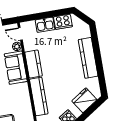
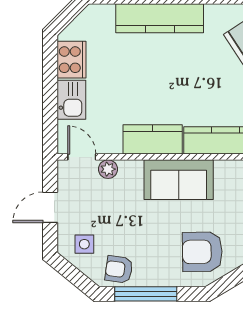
door: (20, 34) -> (82, 157), swing flipped
sofa: (16, 68) -> (179, 180), moved

